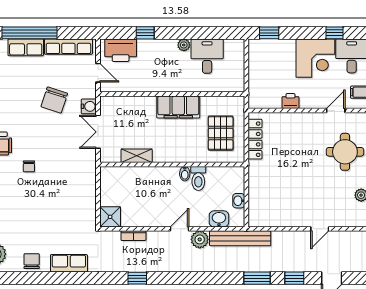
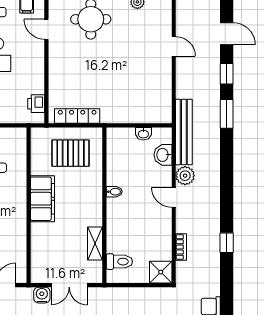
printer: (290, 101) -> (36, 104), moved
toilet: (198, 178) -> (119, 262), moved

